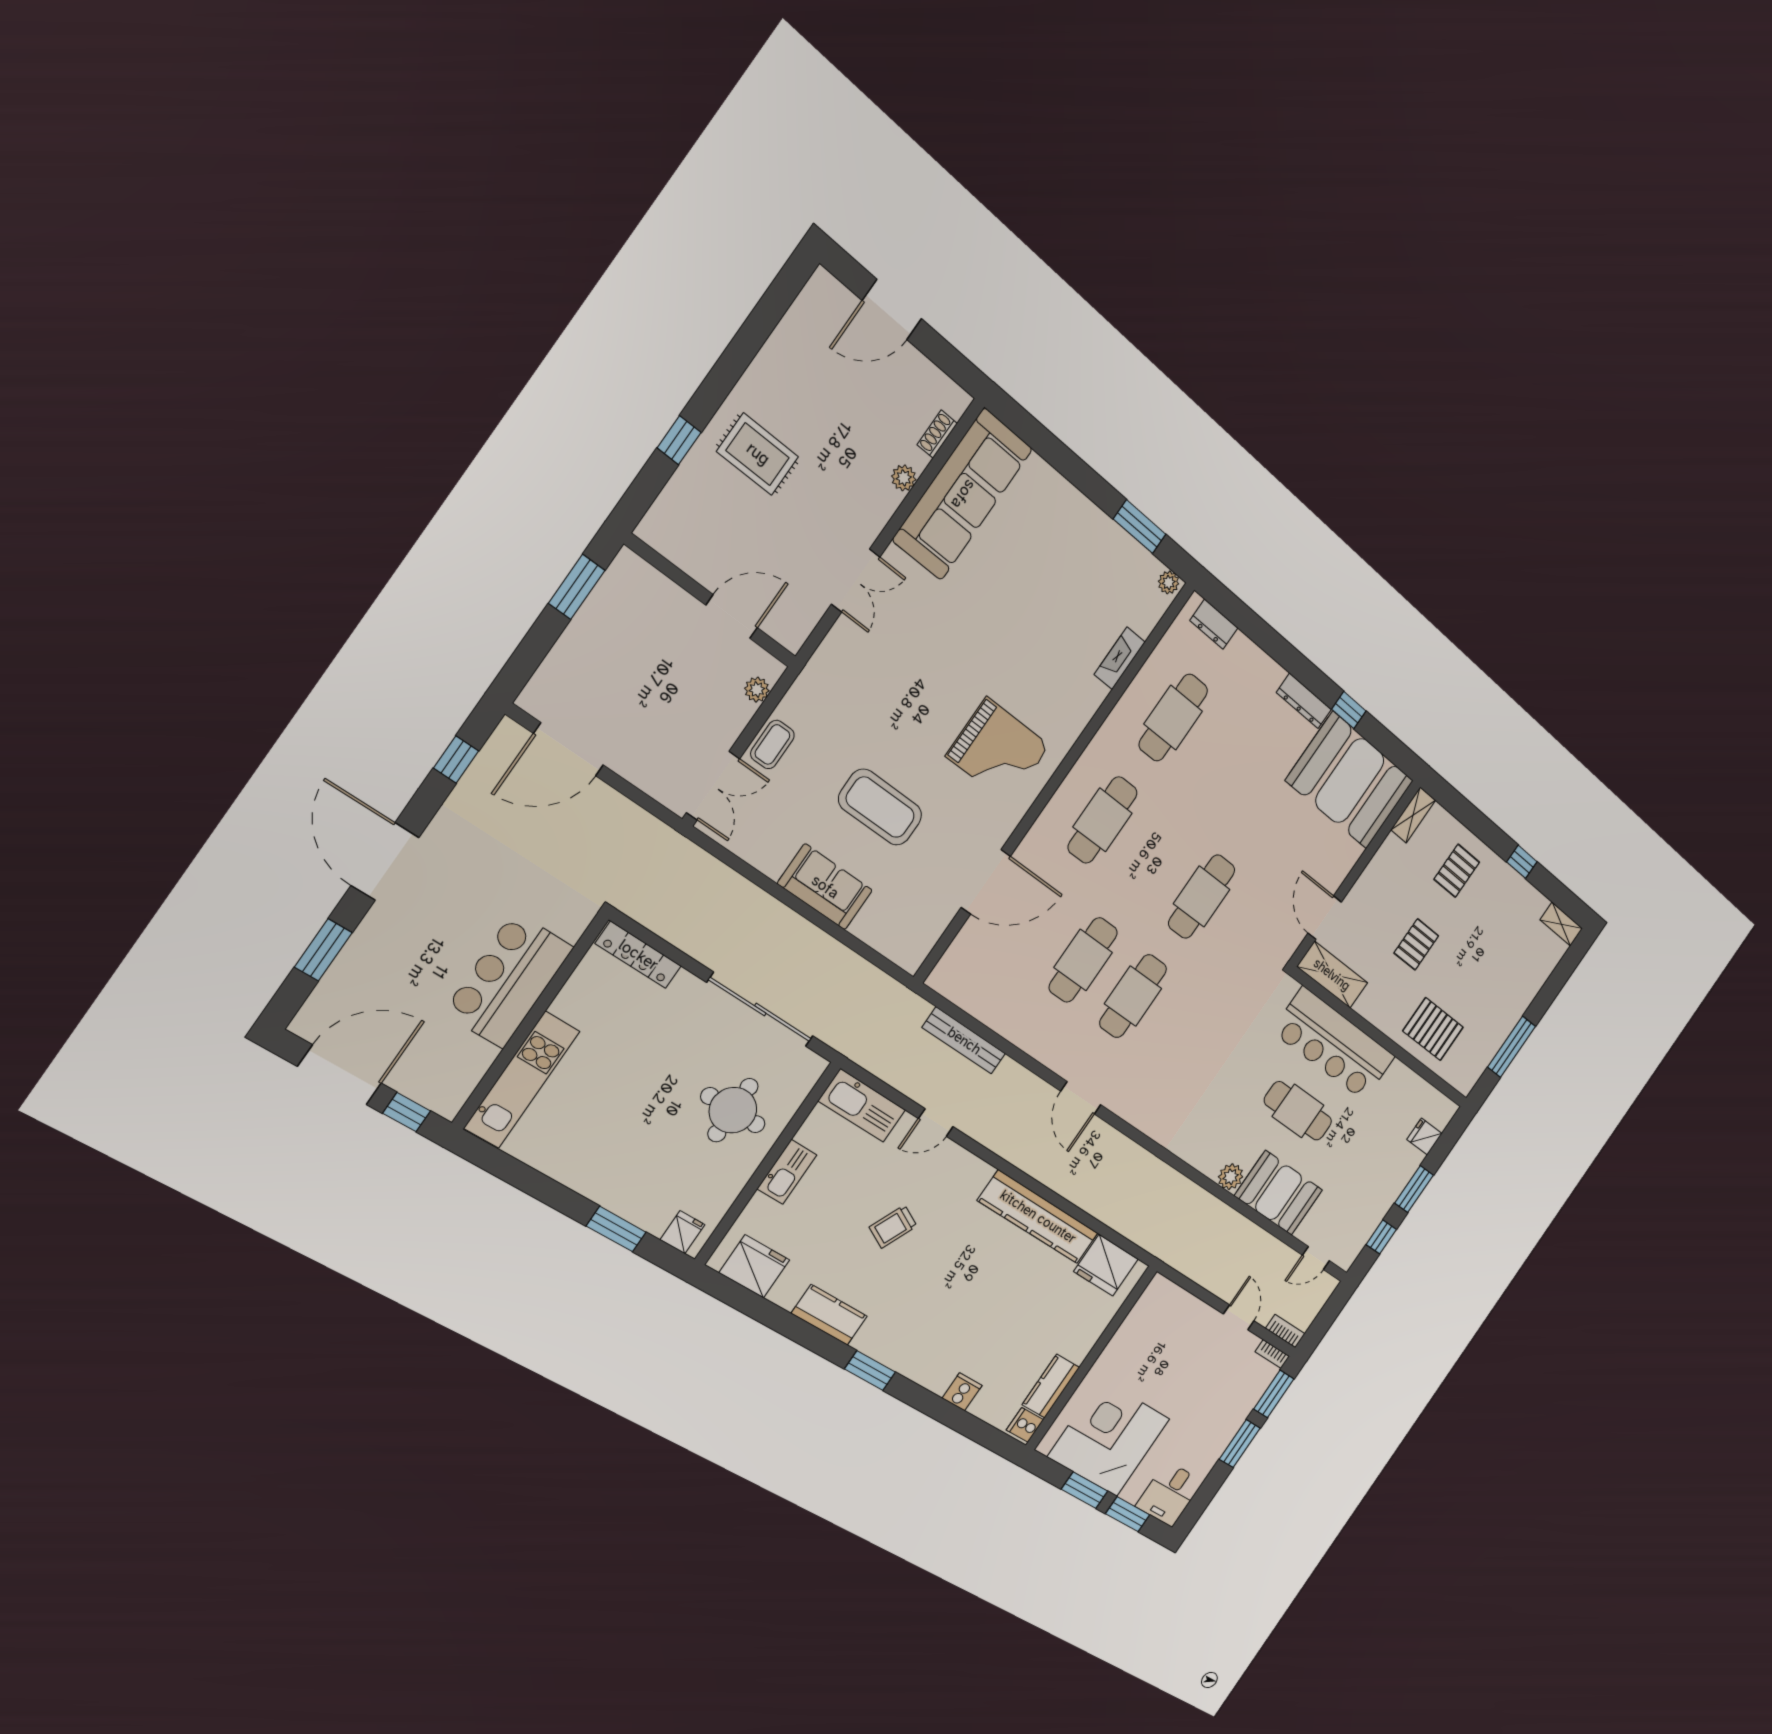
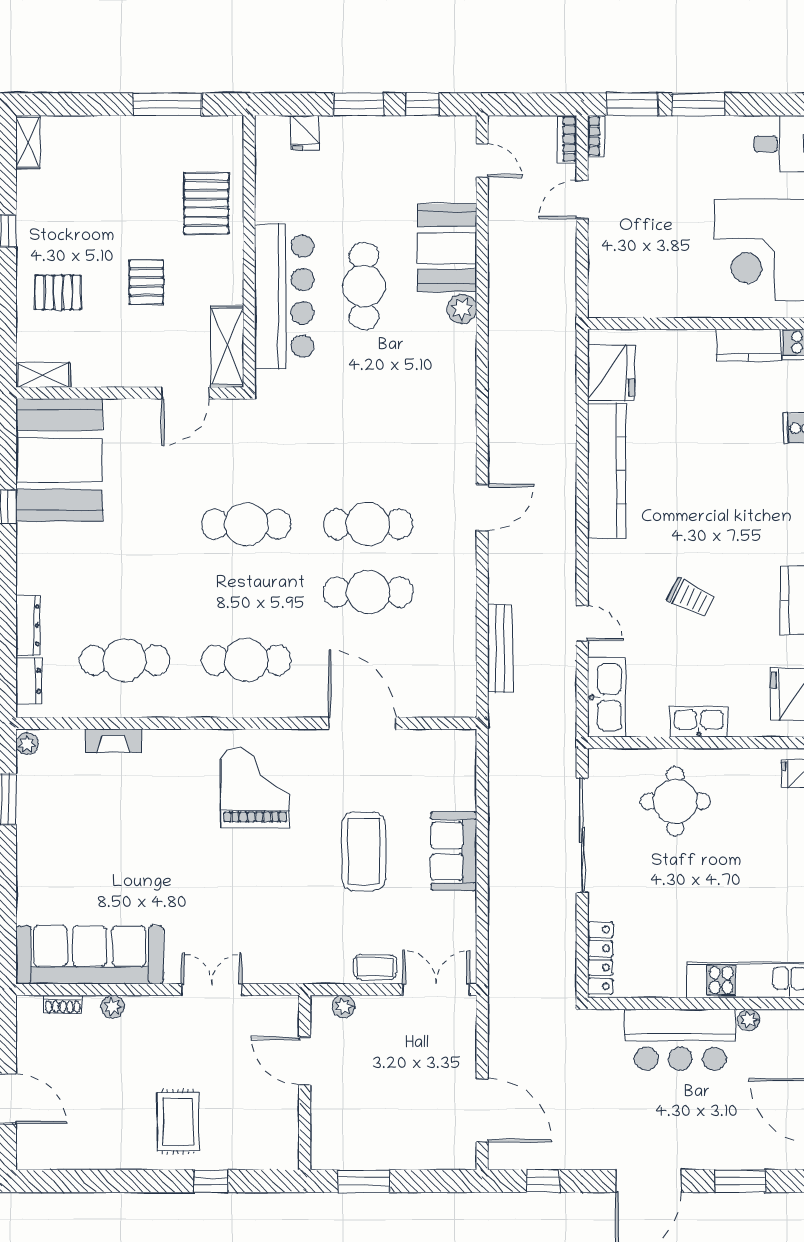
dresser: (1304, 701) -> (28, 625), moved
pallet: (1416, 944) -> (146, 282), turned 90
plant: (484, 1055) -> (749, 1020), added

